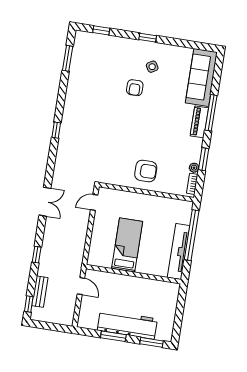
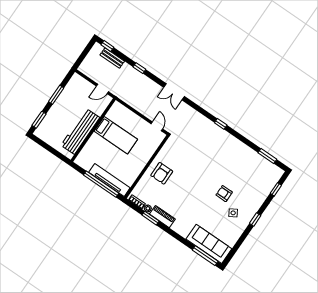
window: (211, 113) -> (205, 256), moved
piano: (199, 122) -> (162, 217), moved
tv unit: (179, 251) -> (109, 180), moved
workbench: (127, 325) -> (80, 131), moved, turned 180

